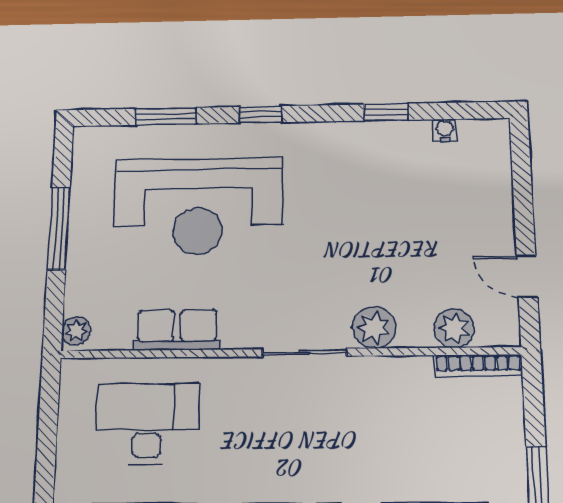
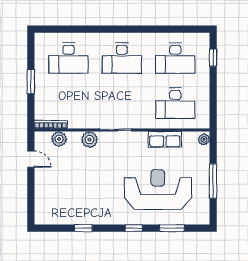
water cooler: (445, 130) -> (60, 220), removed

